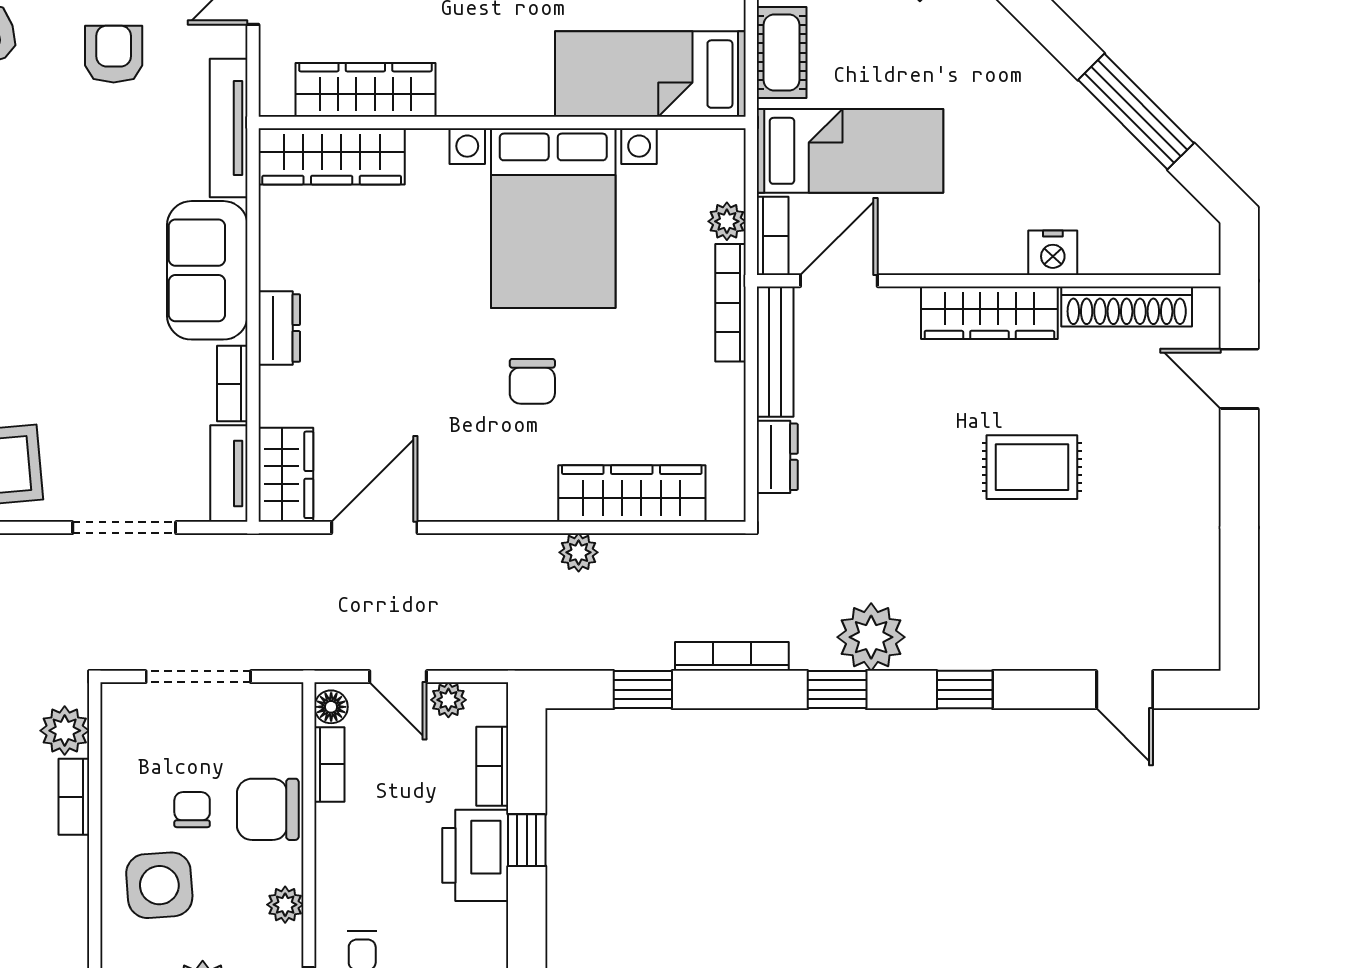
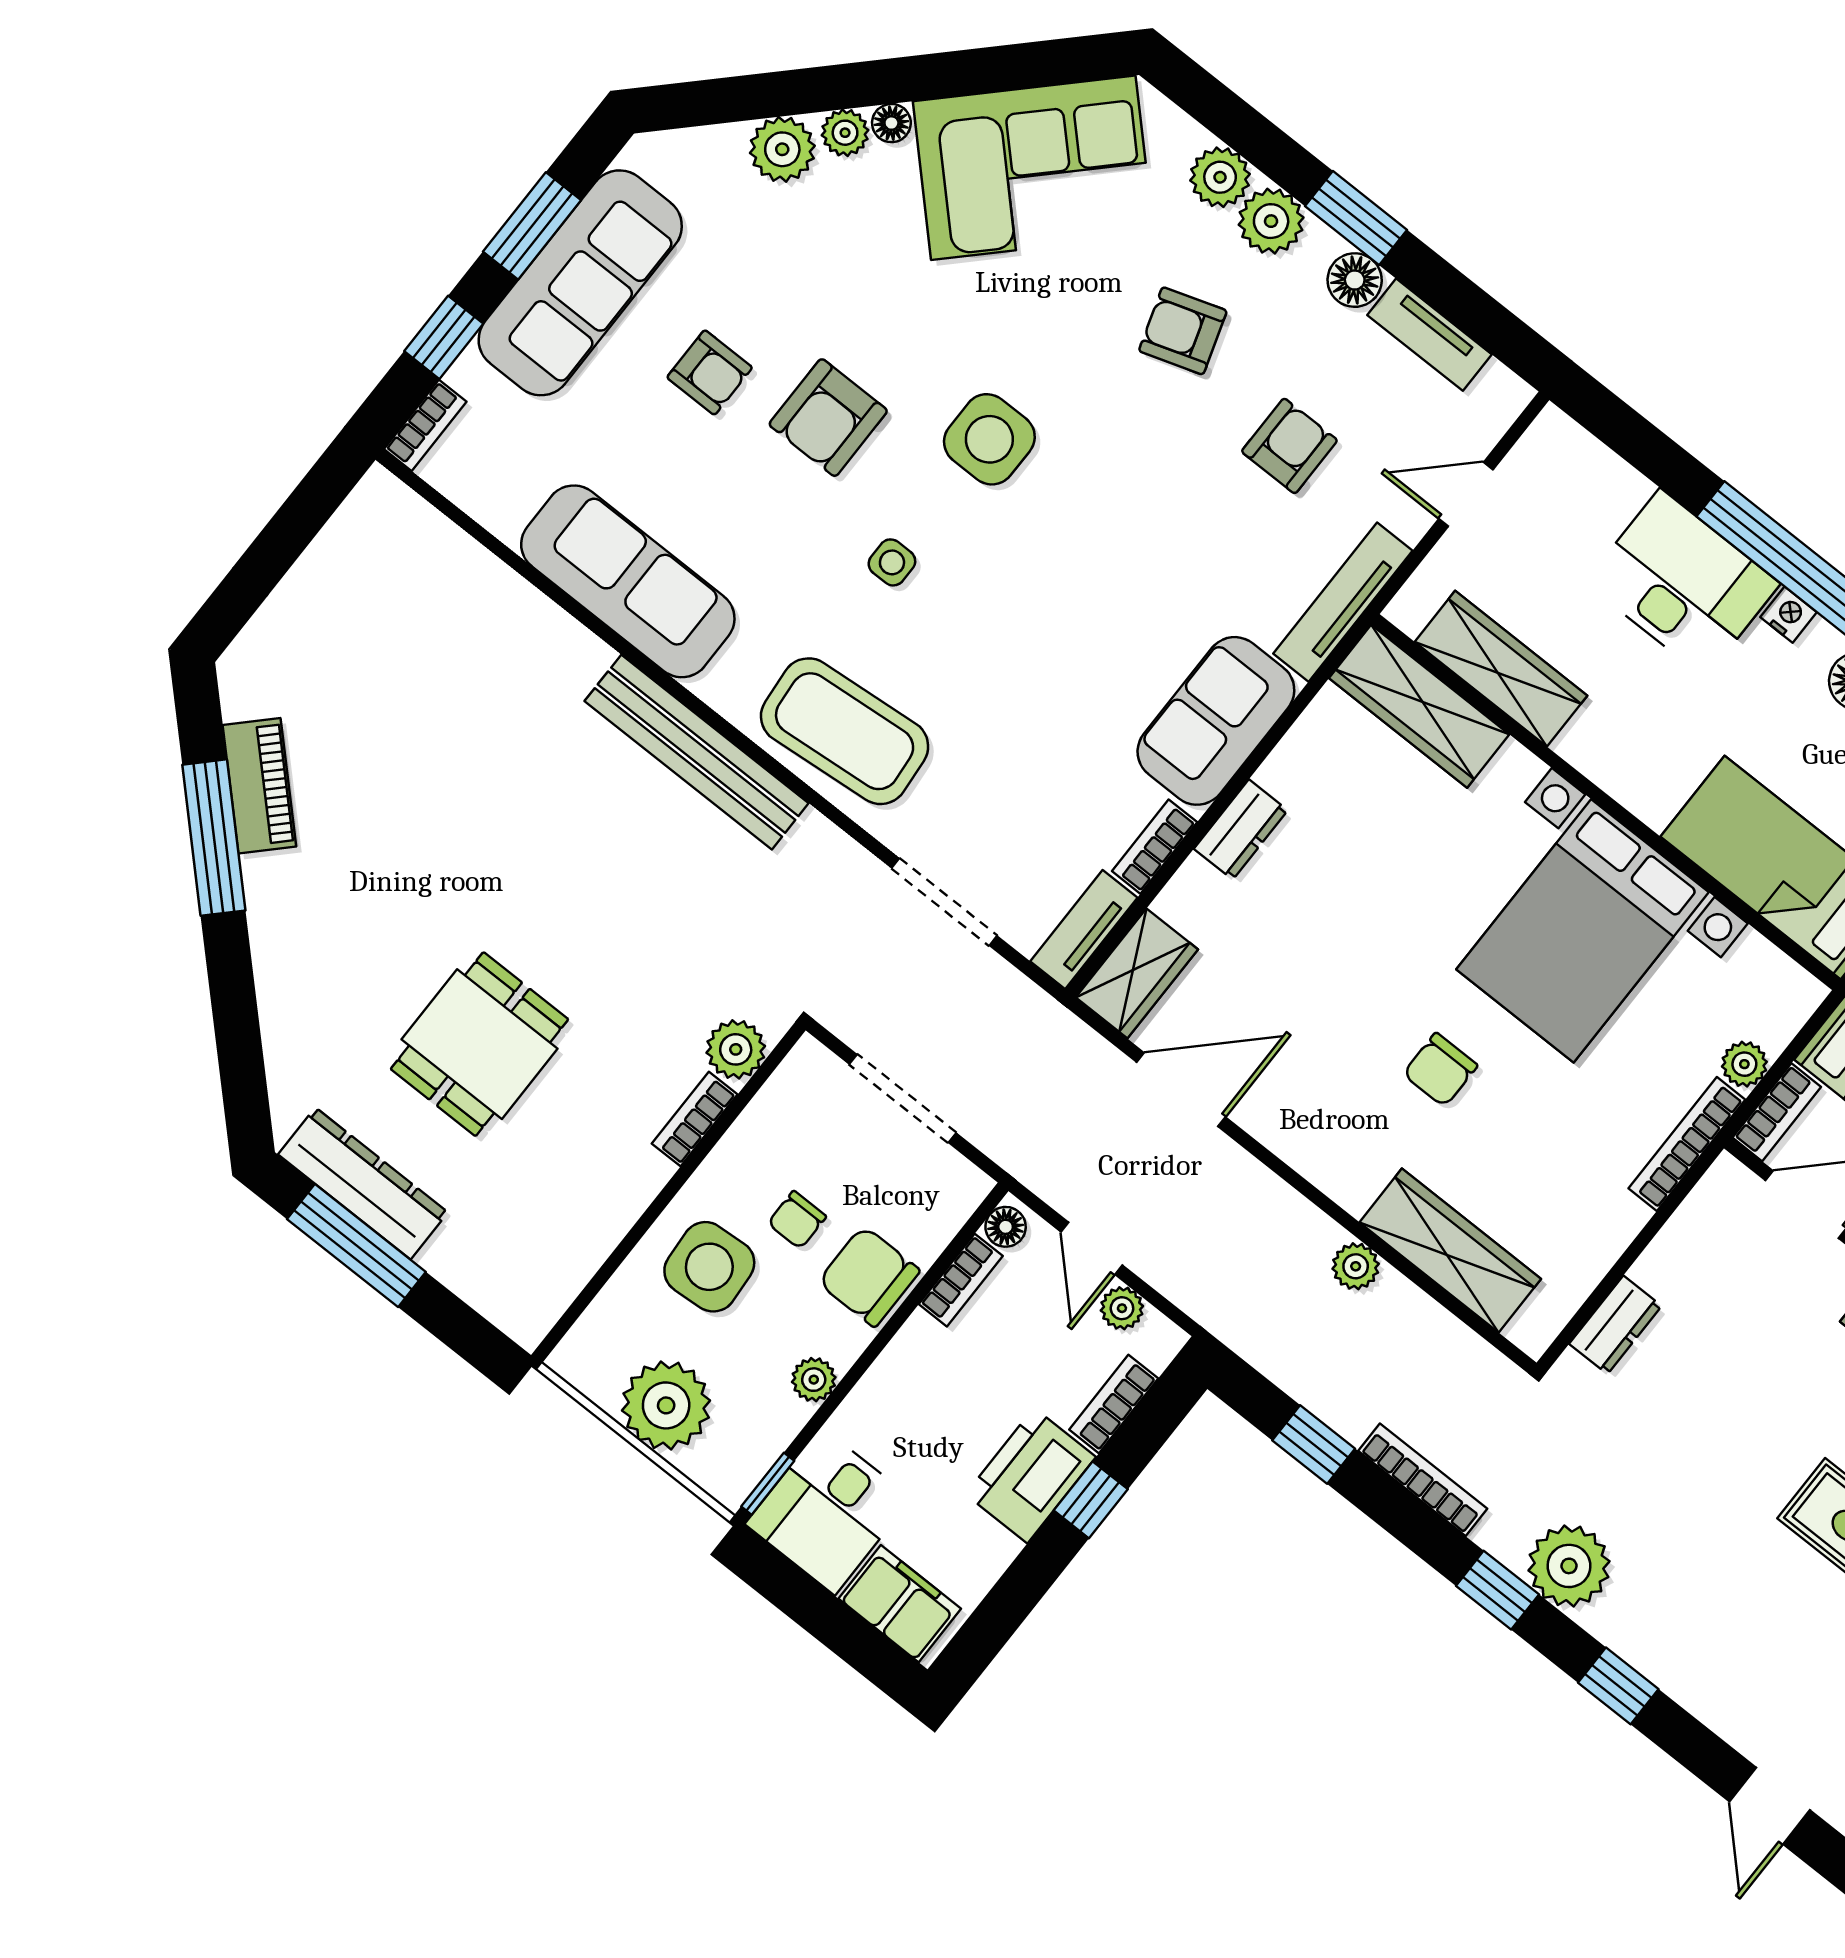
bench: (775, 352) -> (1692, 1224), removed
chair: (192, 810) -> (797, 1220), turned 180

